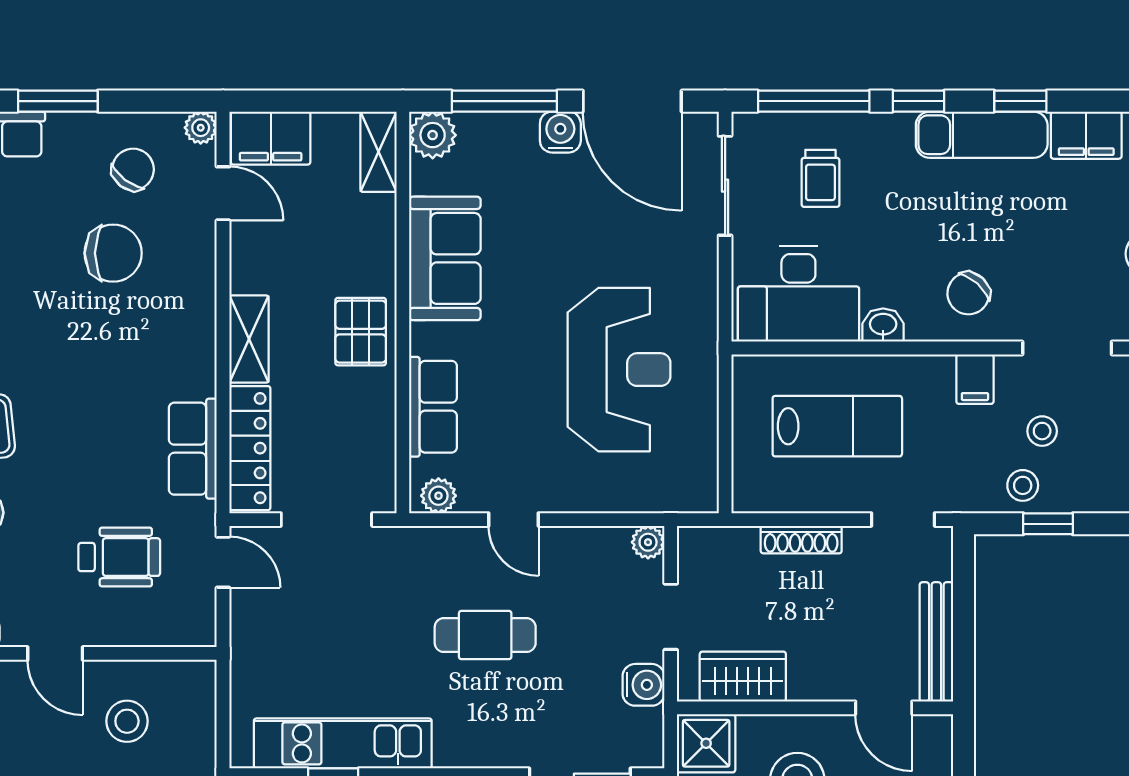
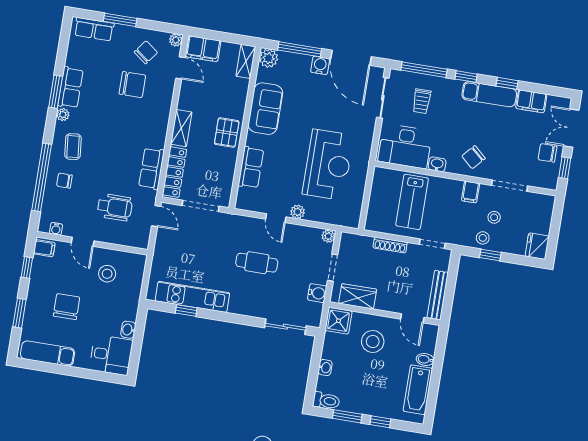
lab bench: (837, 426) -> (412, 202), turned 90
plant: (438, 496) -> (298, 212), moved

